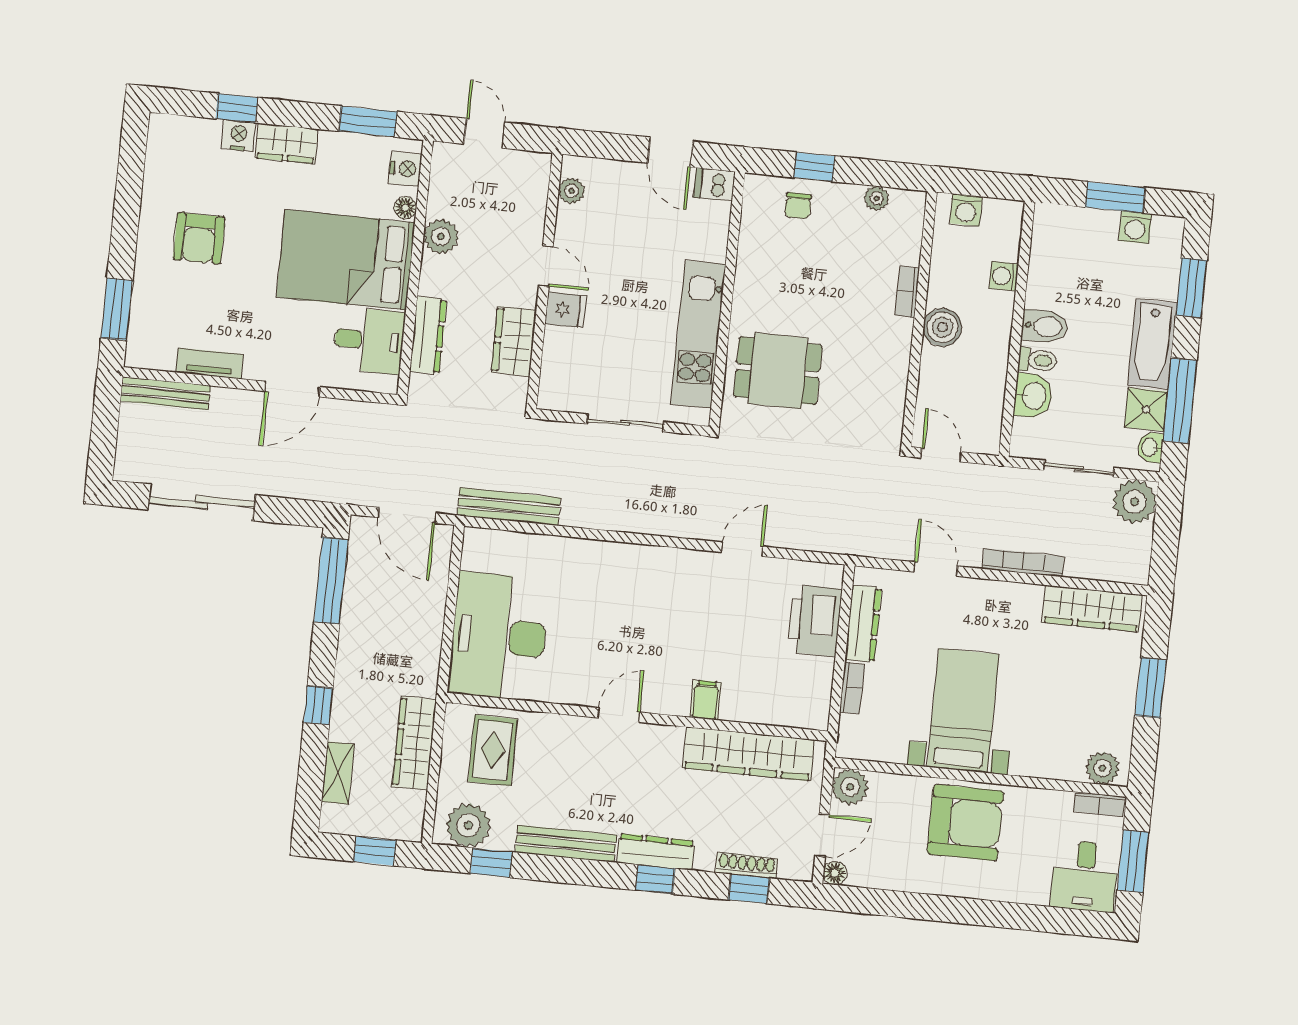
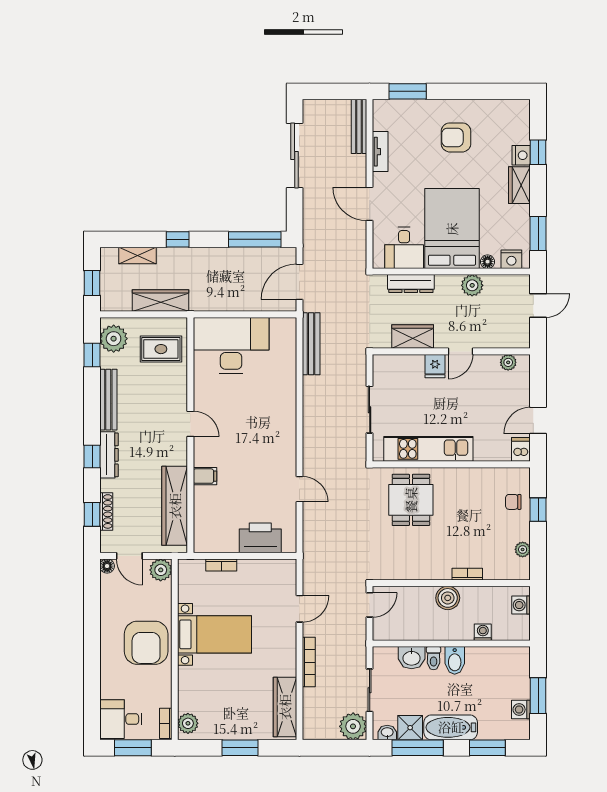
dresser: (863, 624) -> (261, 568), removed

